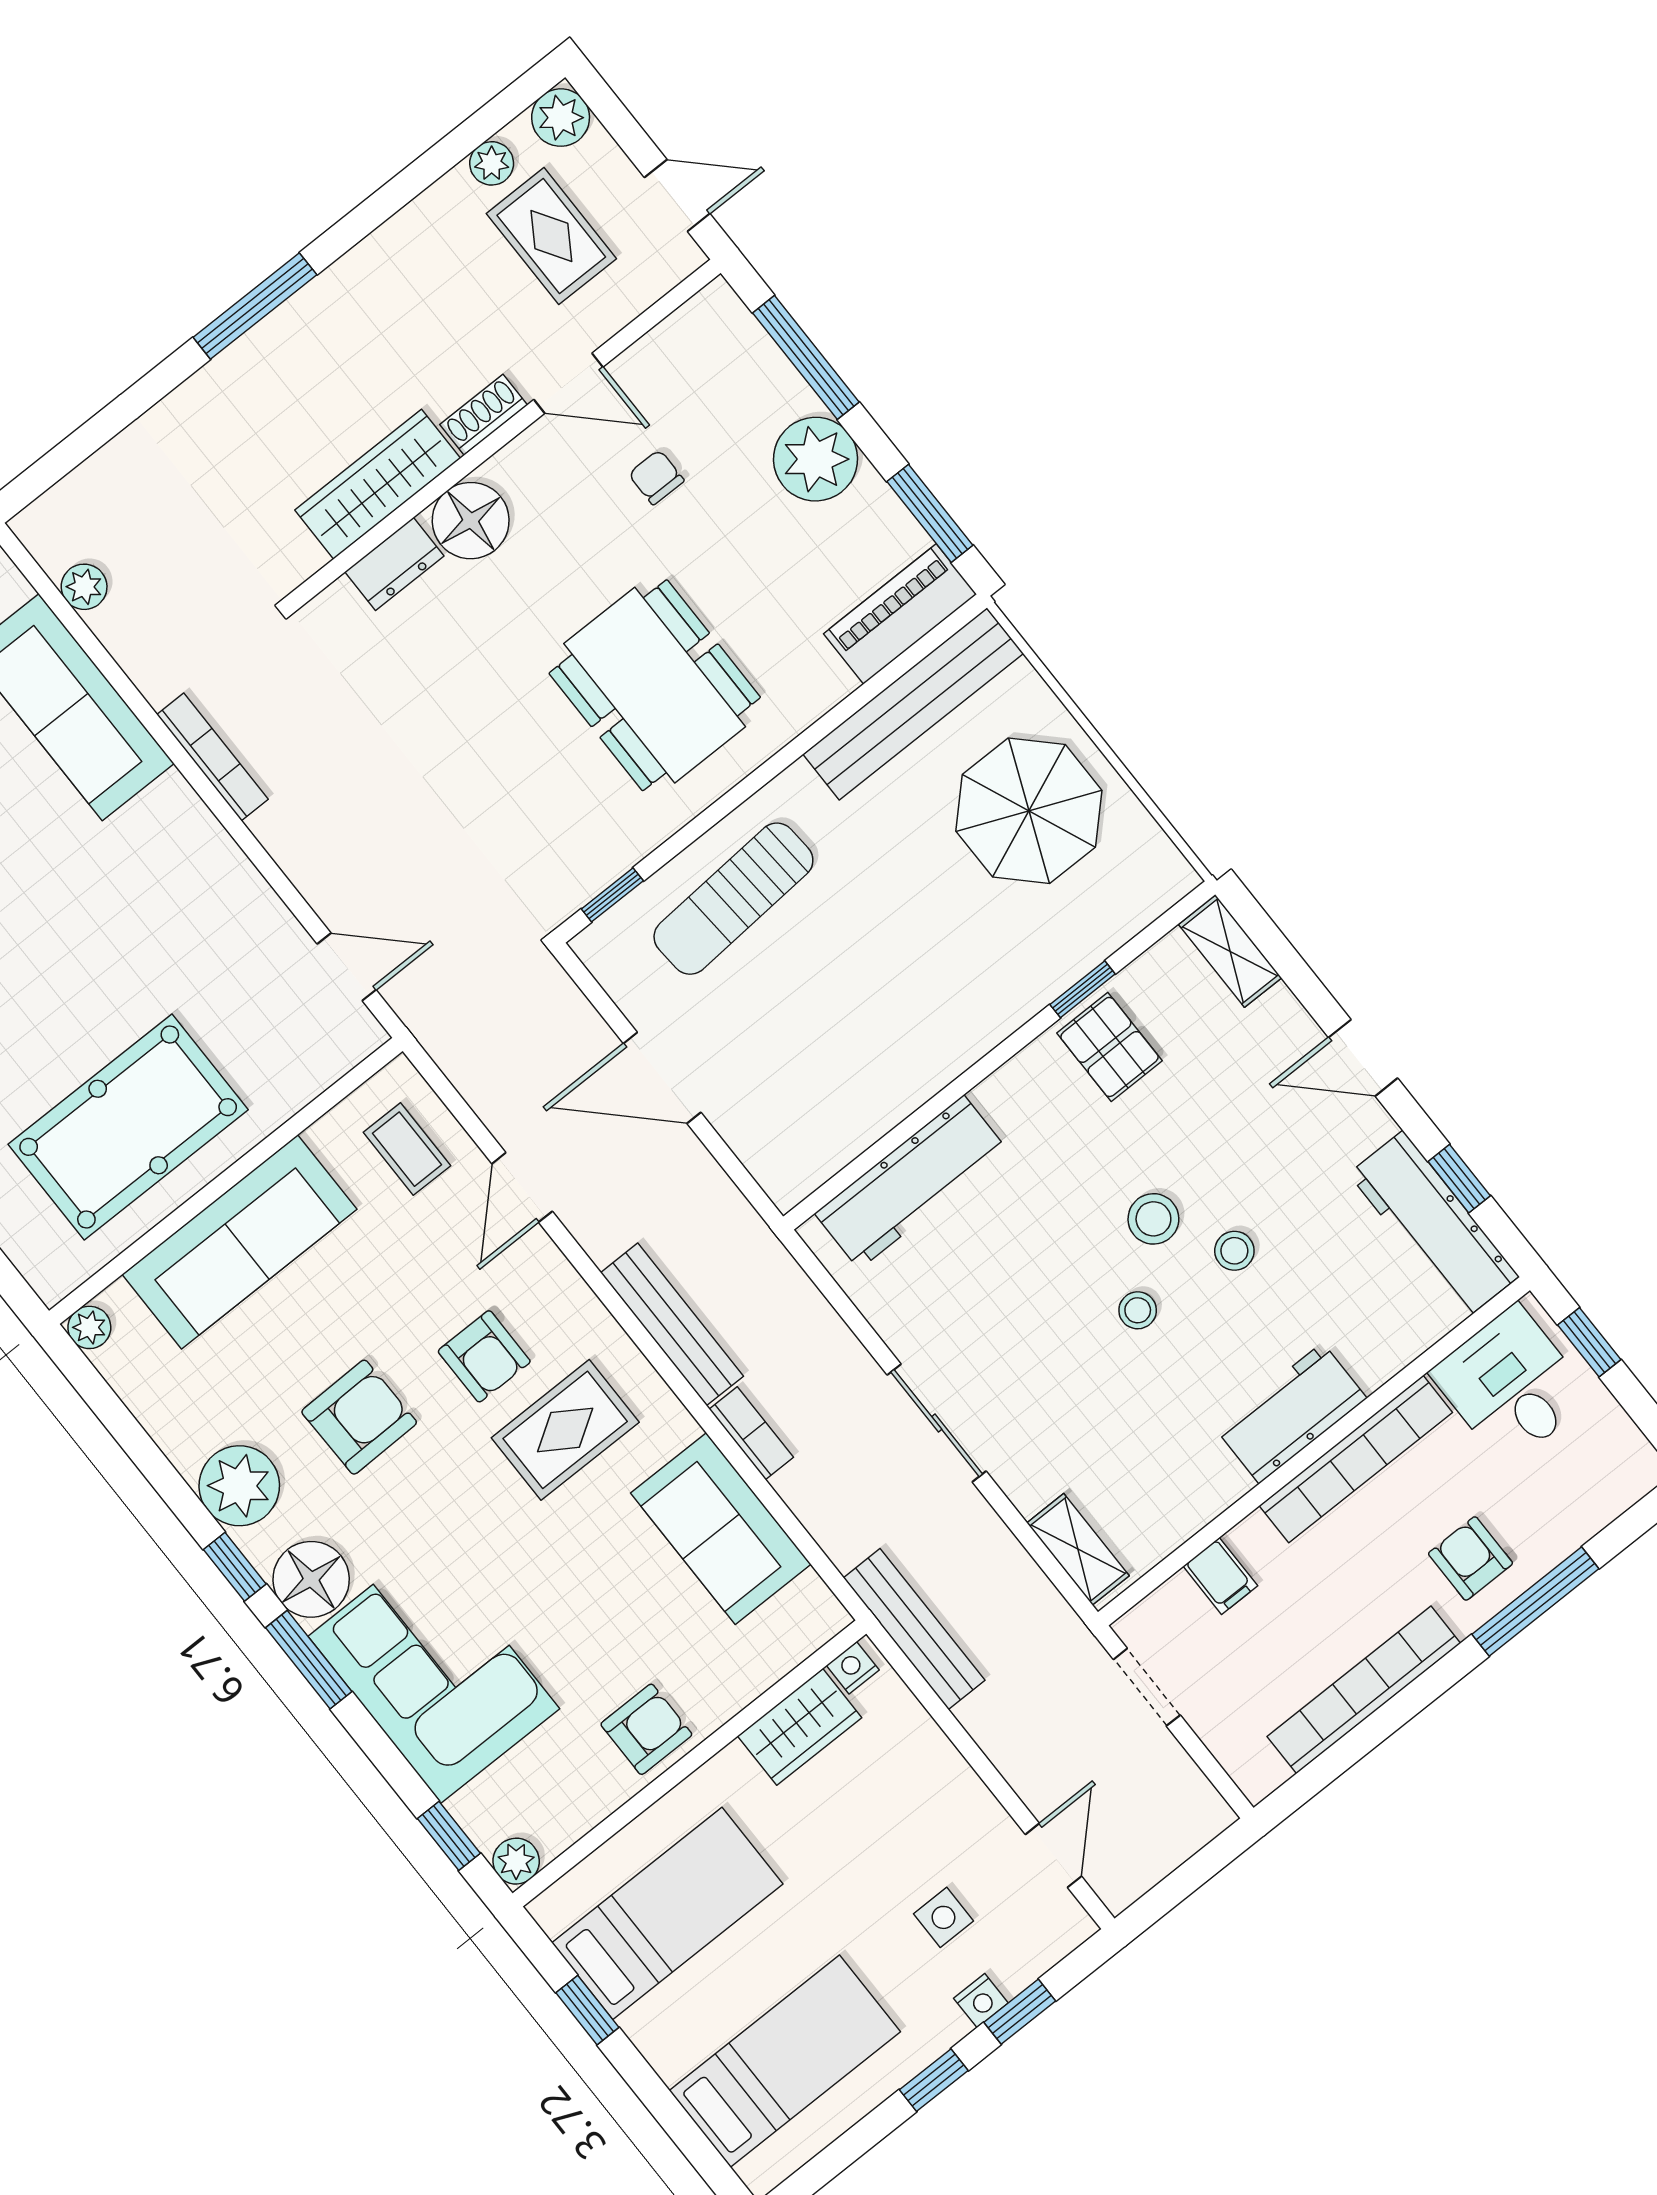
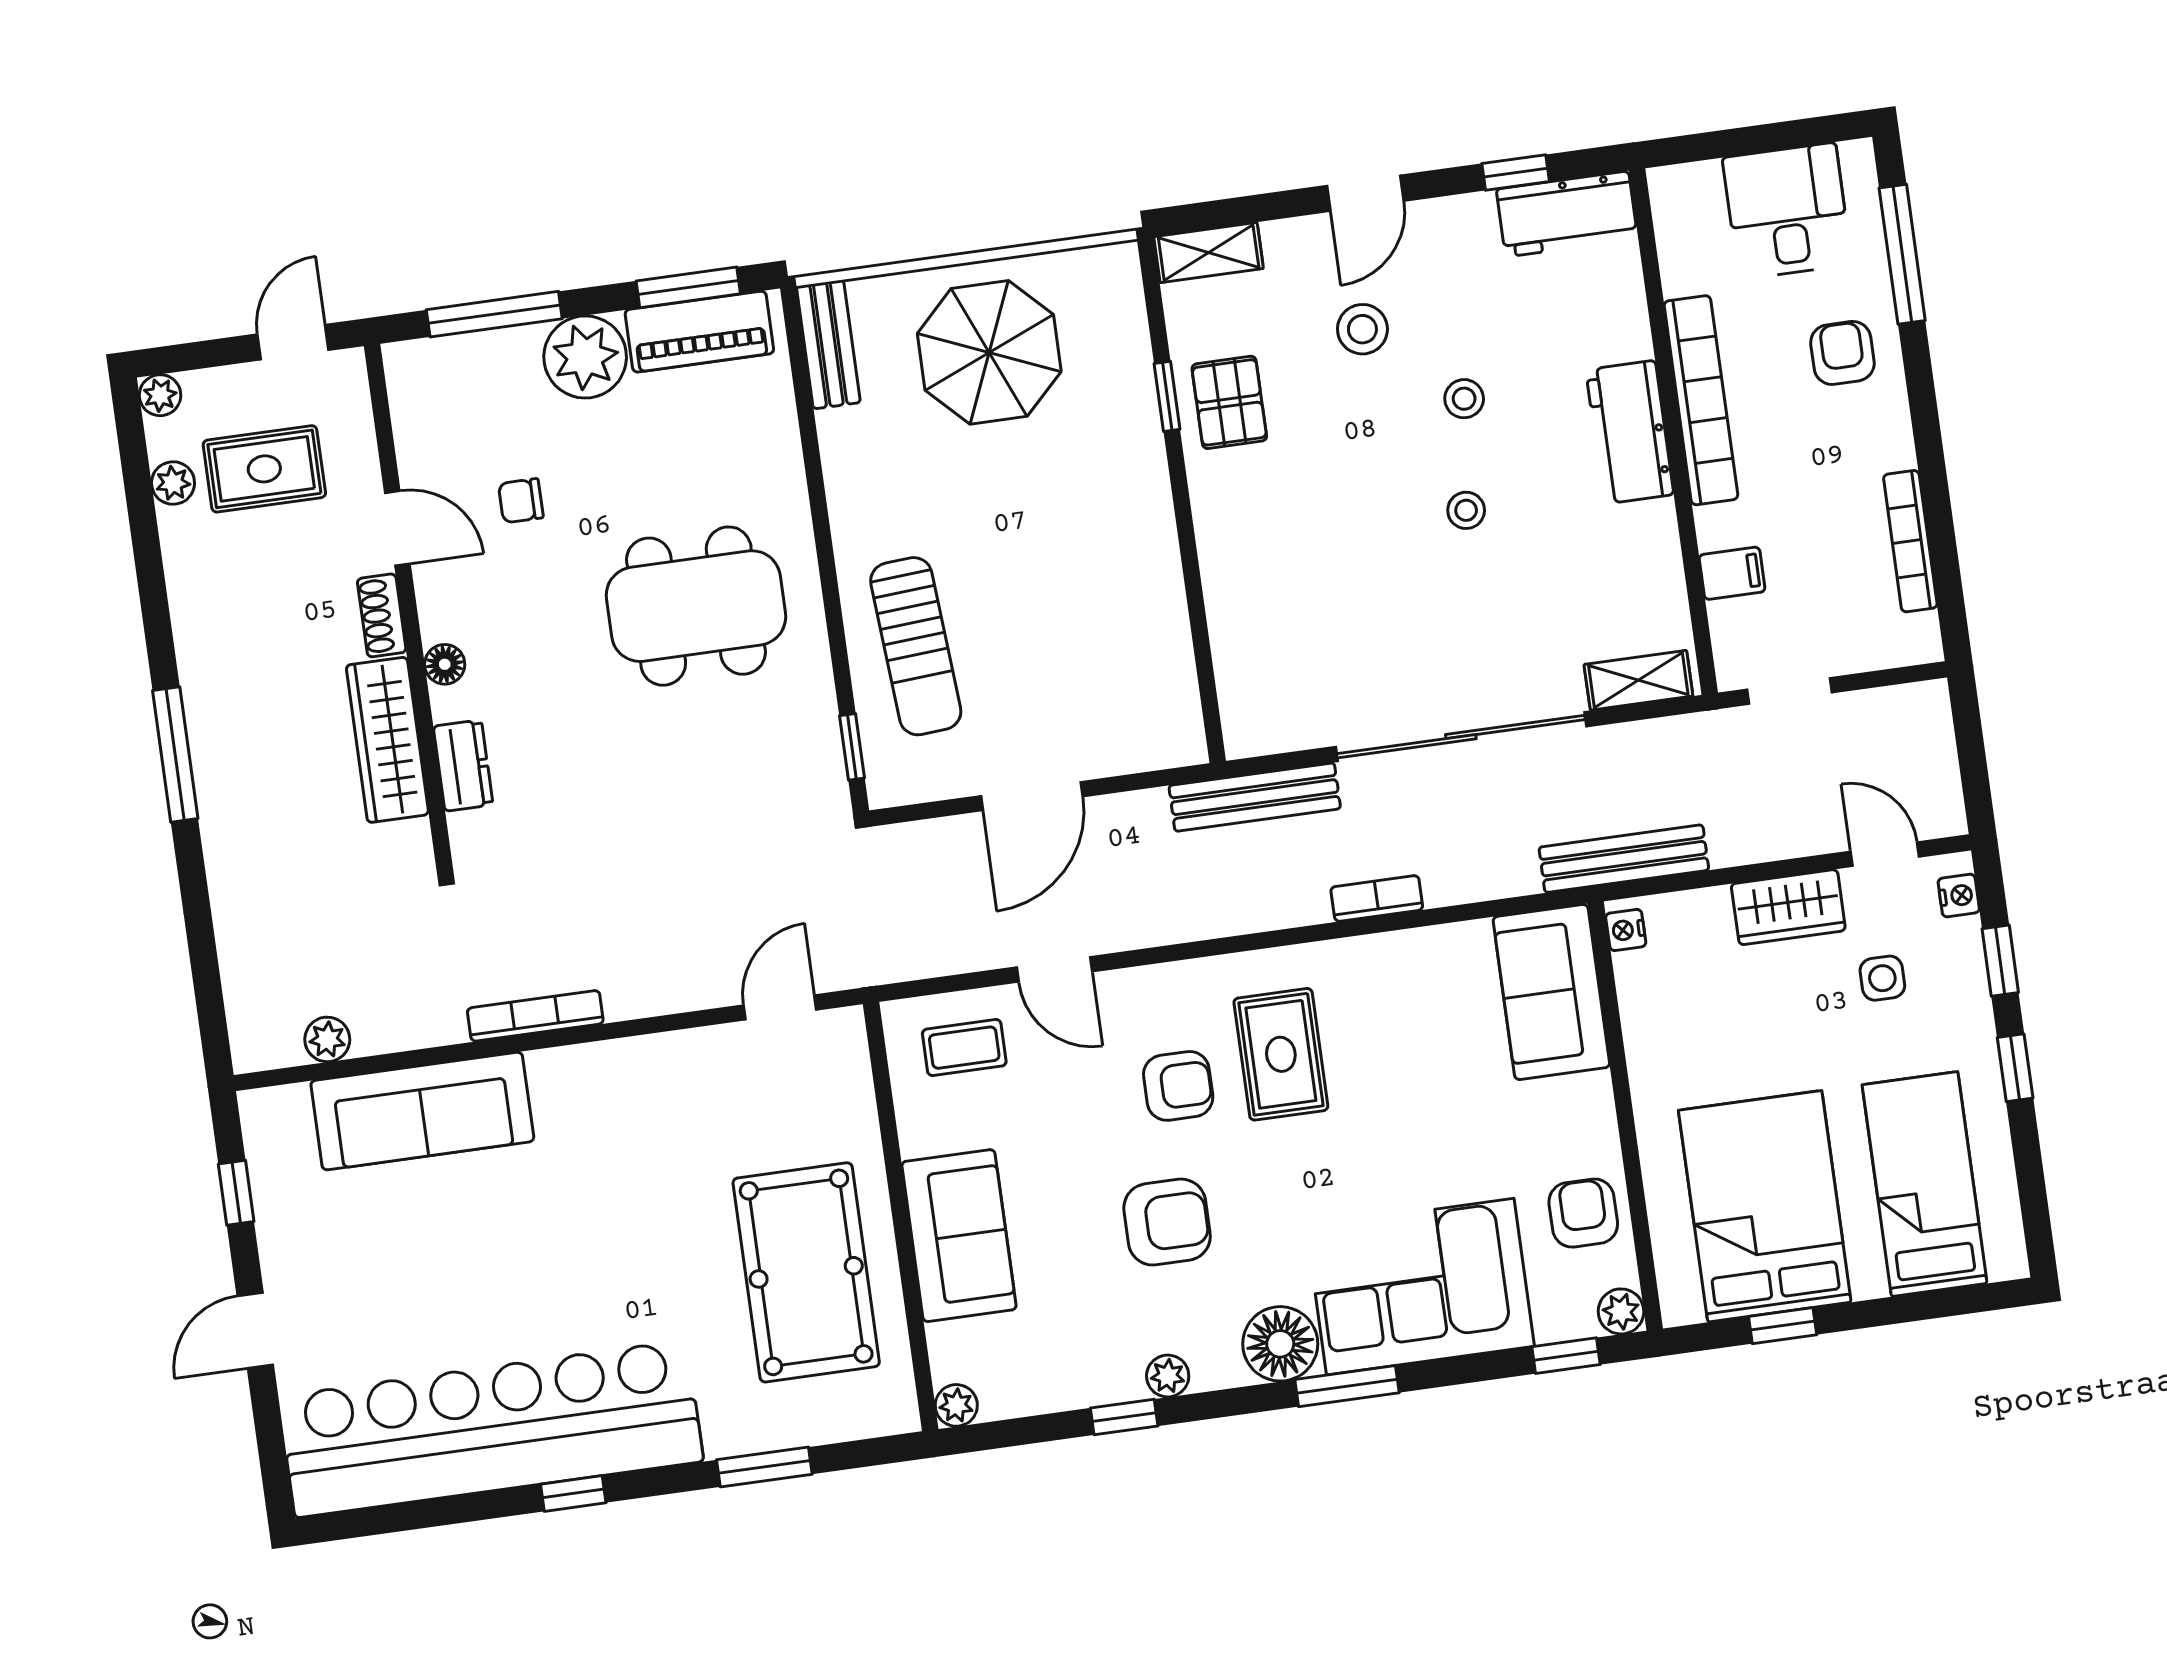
plant: (561, 118) -> (160, 395), width x0.73, depth x0.73
door: (568, 383) -> (397, 528), hinge flipped
floor lamp: (471, 521) -> (445, 664), width x0.53, depth x0.53
piano: (900, 614) -> (699, 332), moved, turned -90
bench: (913, 704) -> (828, 344), width x0.54, depth x0.82
pallet: (1109, 1047) -> (1229, 402), turned 90
workbench: (911, 1182) -> (1244, 638), removed
stool: (1153, 1219) -> (1362, 329), moved
workbench: (1434, 1225) -> (1567, 214), width x0.73
sofa: (239, 1242) -> (959, 1236), width x0.73
bench: (672, 1324) -> (1255, 797), moved
window: (1589, 1342) -> (1719, 144), removed
desk: (1511, 1385) -> (1787, 211), moved, turned 90
armchair: (359, 1417) -> (1167, 1222), turned 91
sliding door: (937, 1423) -> (1461, 737), width x1.86
plant: (239, 1486) -> (1168, 1376), width x0.53, depth x0.53
sofa: (721, 1529) -> (1551, 992), moved, turned 90
armchair: (1471, 1558) -> (1842, 353), turned 90
window: (235, 1567) -> (1124, 1417), moved
window: (1535, 1602) -> (1902, 254), moved
bookcase: (1364, 1690) -> (1910, 541), width x0.68, depth x0.76
wardrobe: (800, 1727) -> (1788, 907), moved, turned 90
armchair: (646, 1729) -> (1583, 1213), moved
bed: (667, 1913) -> (1765, 1206), width x1.50
nightstand: (981, 2001) -> (1959, 896), moved

